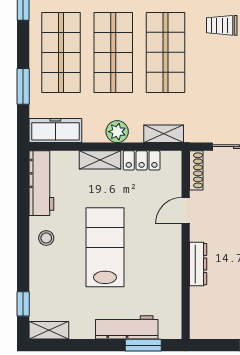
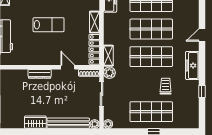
plant: (117, 132) -> (109, 73), moved
locker: (142, 160) -> (94, 49), width x1.53
lab bench: (105, 247) -> (49, 25), width x0.73, depth x0.72

